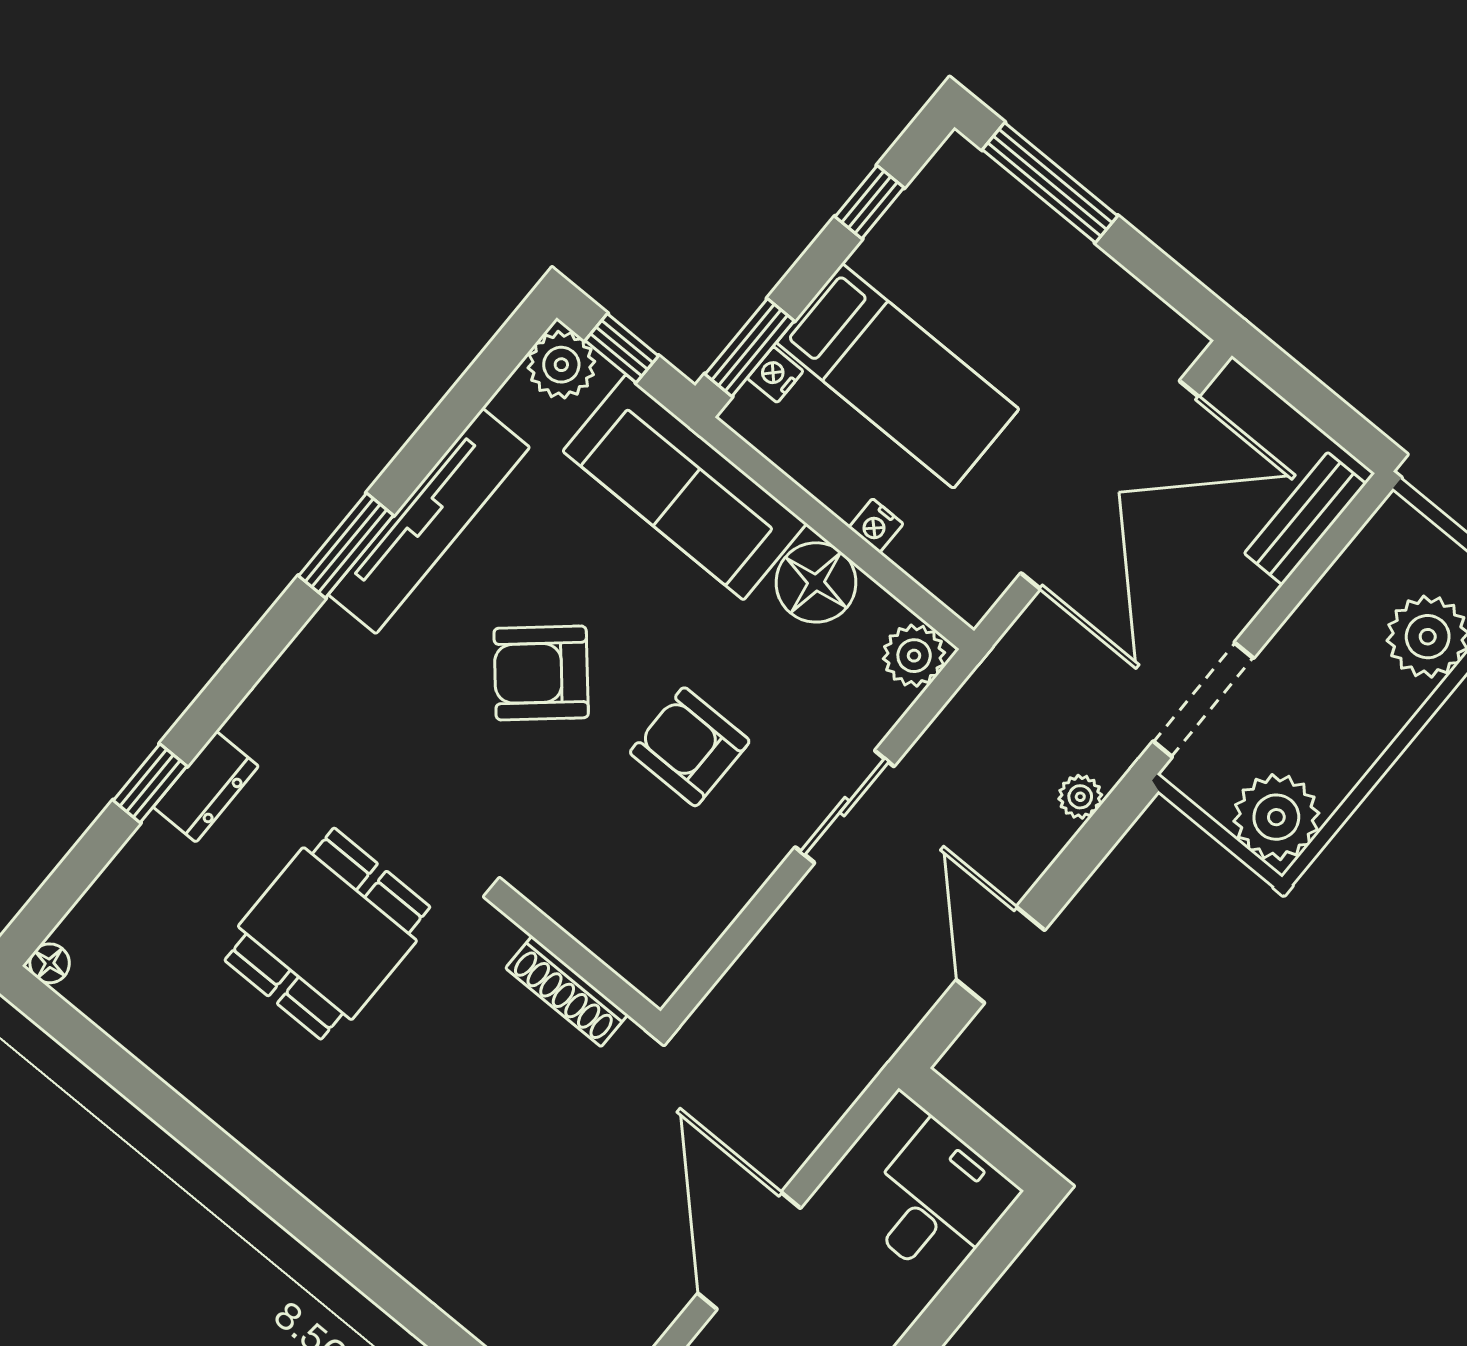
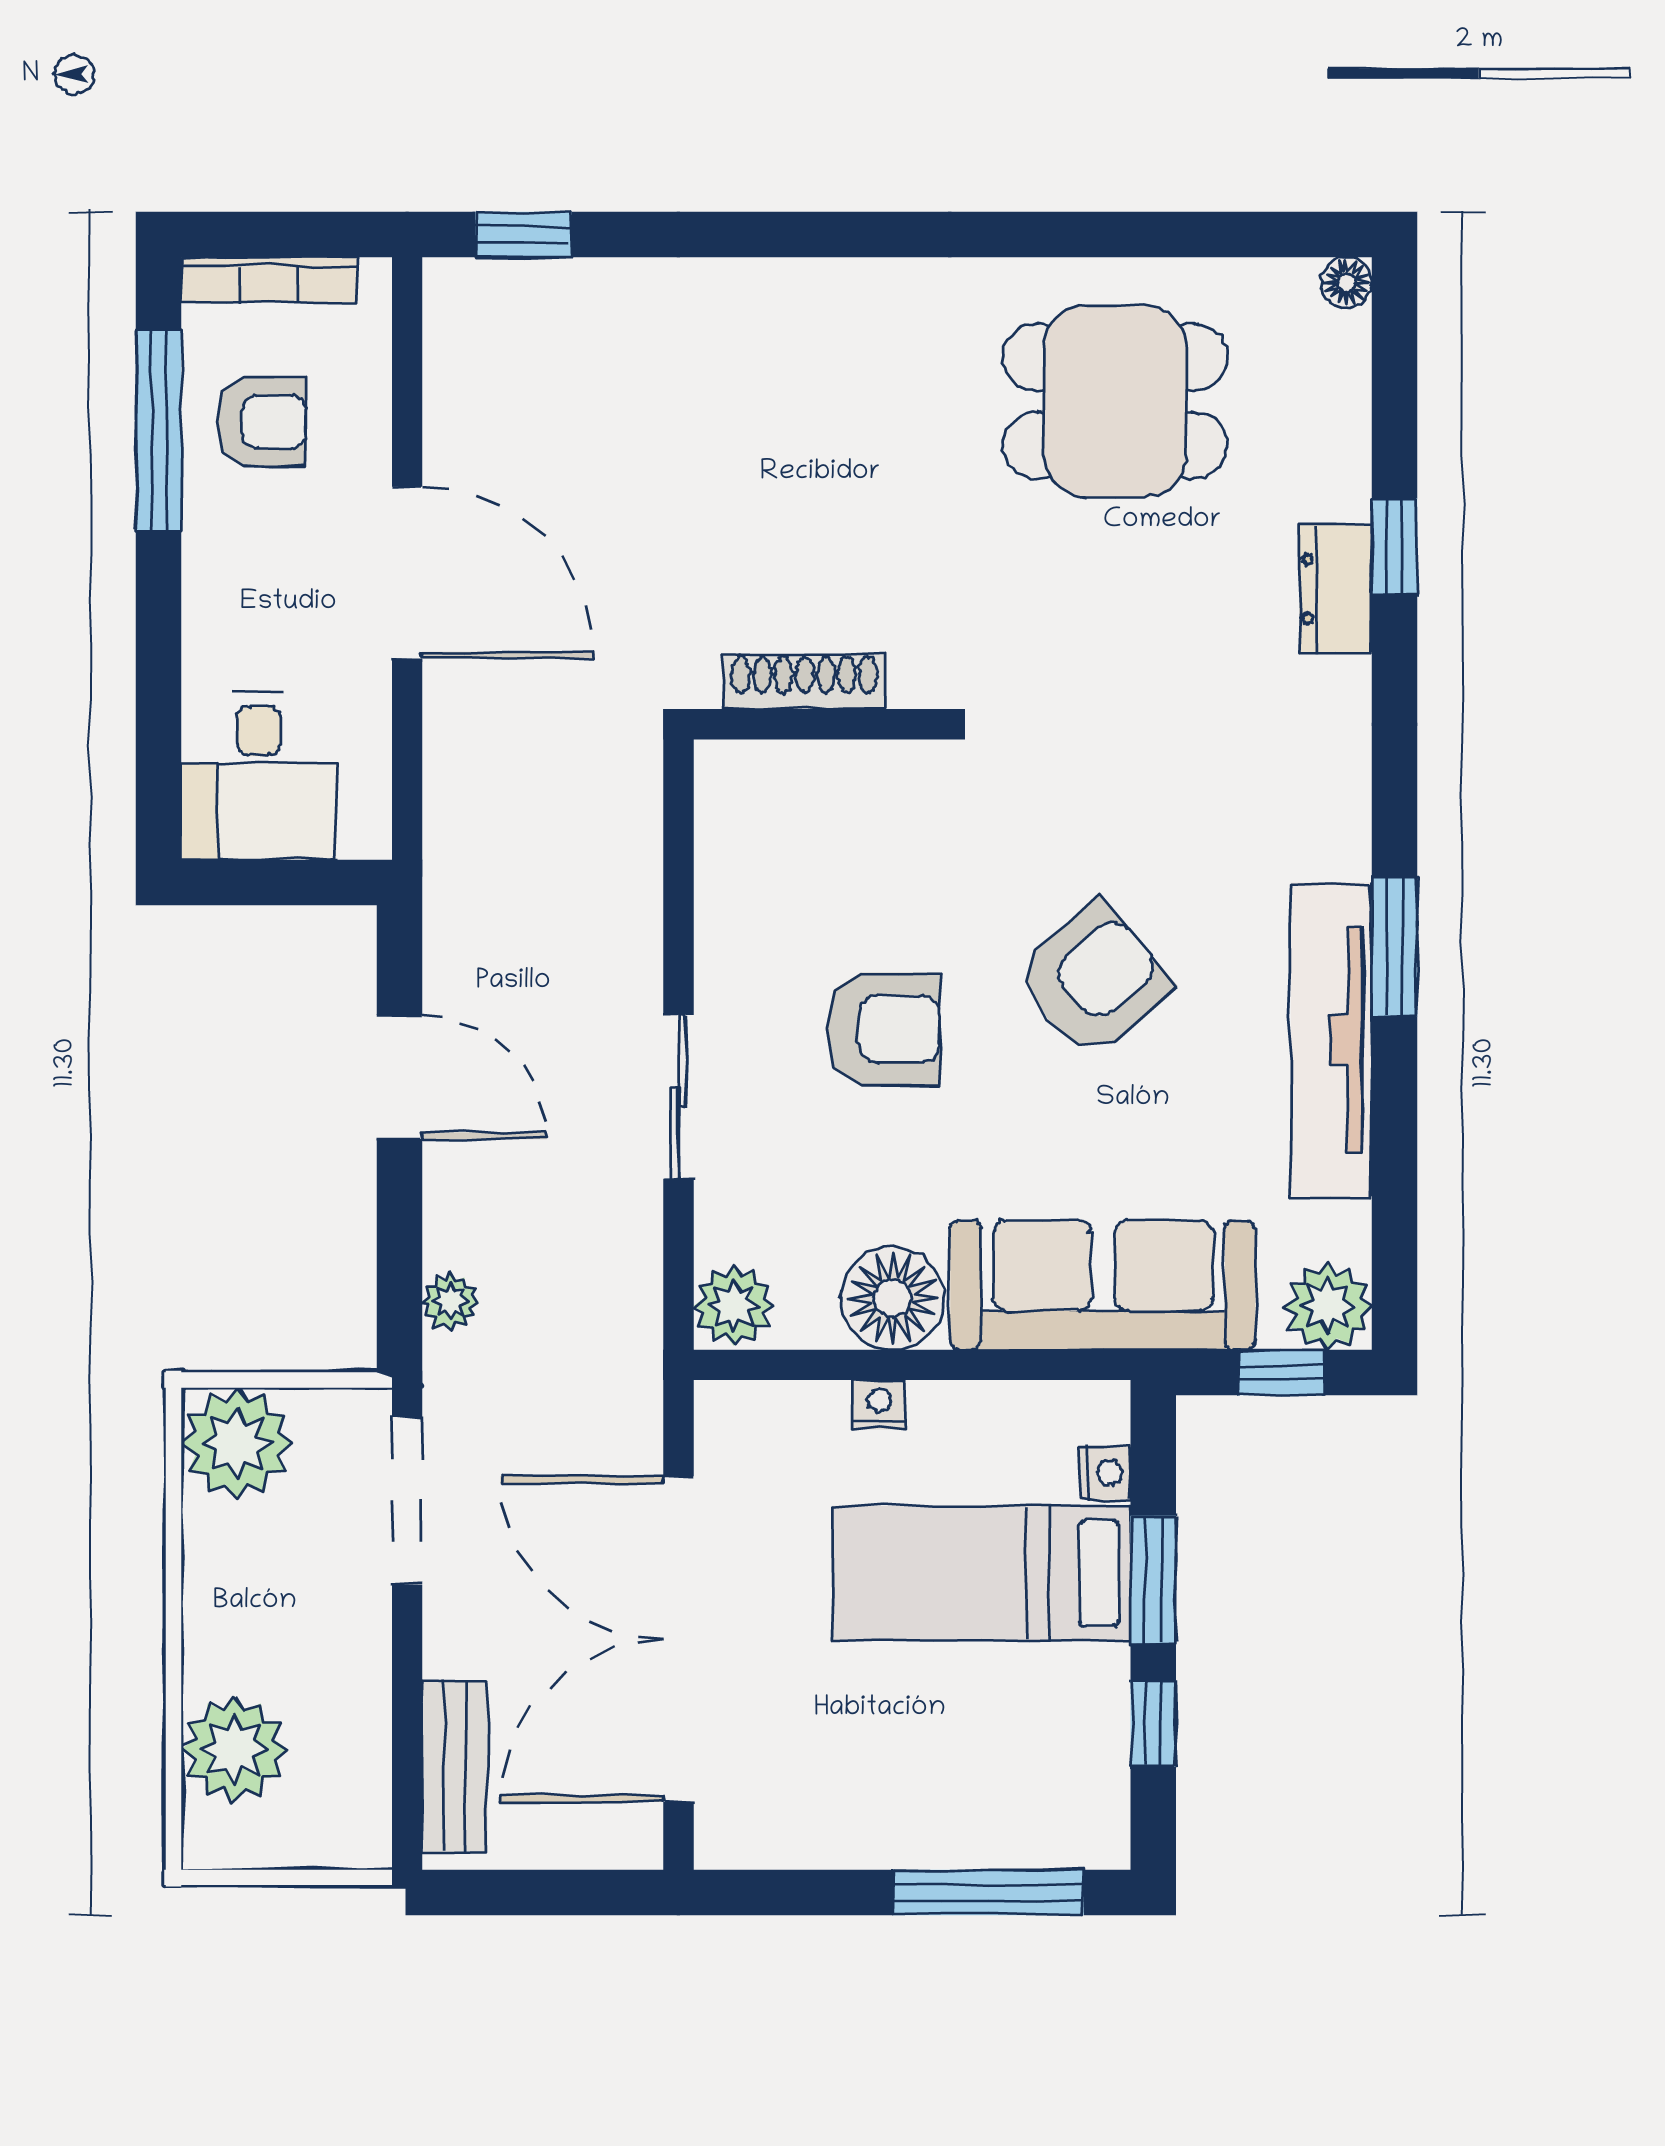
window: (750, 348) -> (1153, 1579), moved
dining table: (327, 934) -> (1115, 401), moved, turned 90

